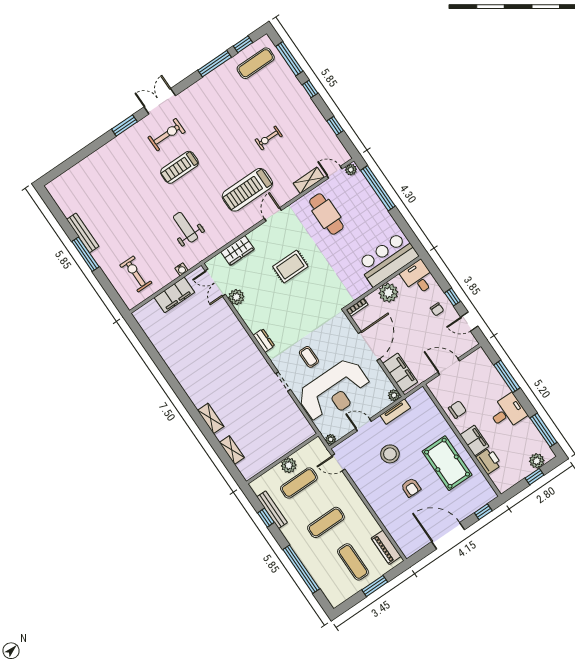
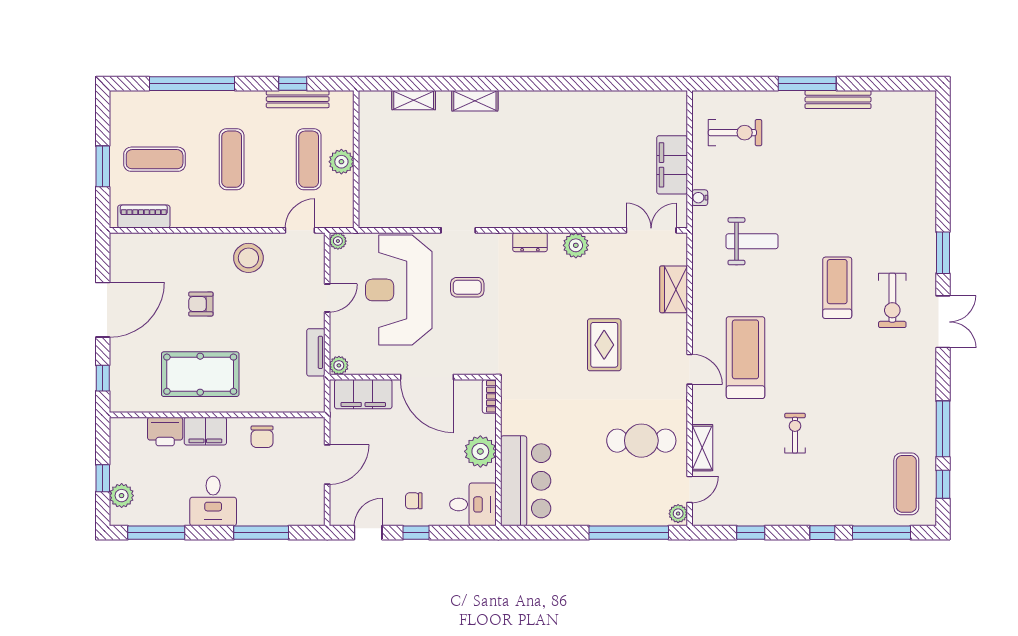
plant: (236, 297) -> (576, 245), moved
stool: (390, 454) -> (248, 258), moved

